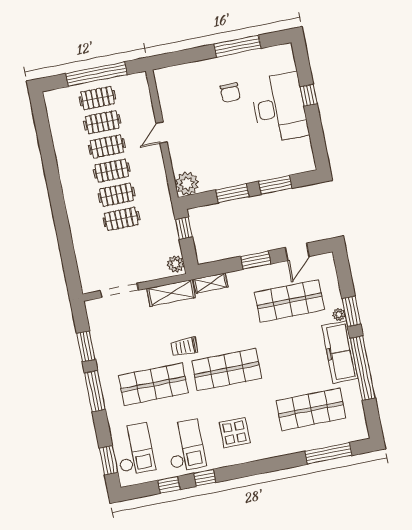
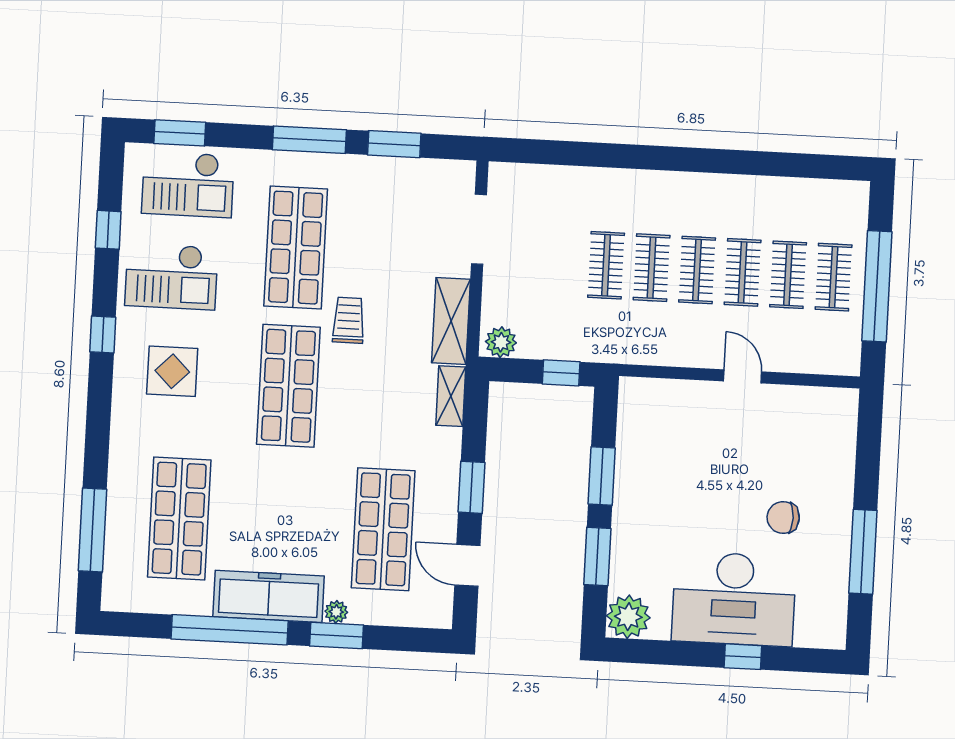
plant: (187, 184) -> (628, 617), moved
window: (205, 478) -> (103, 334), moved

